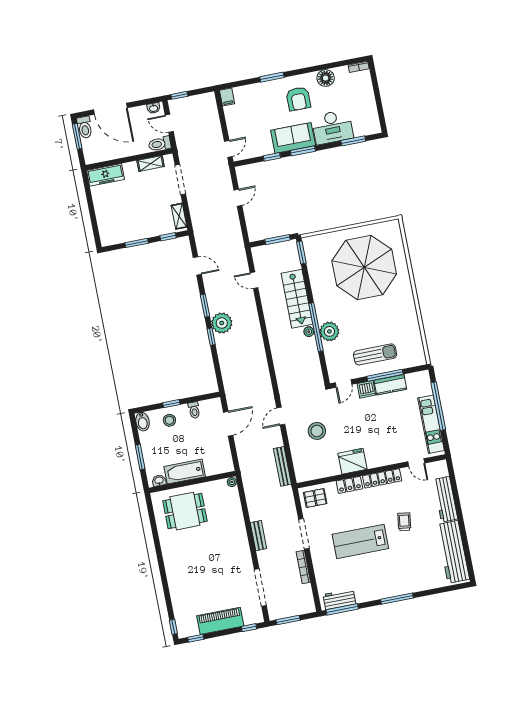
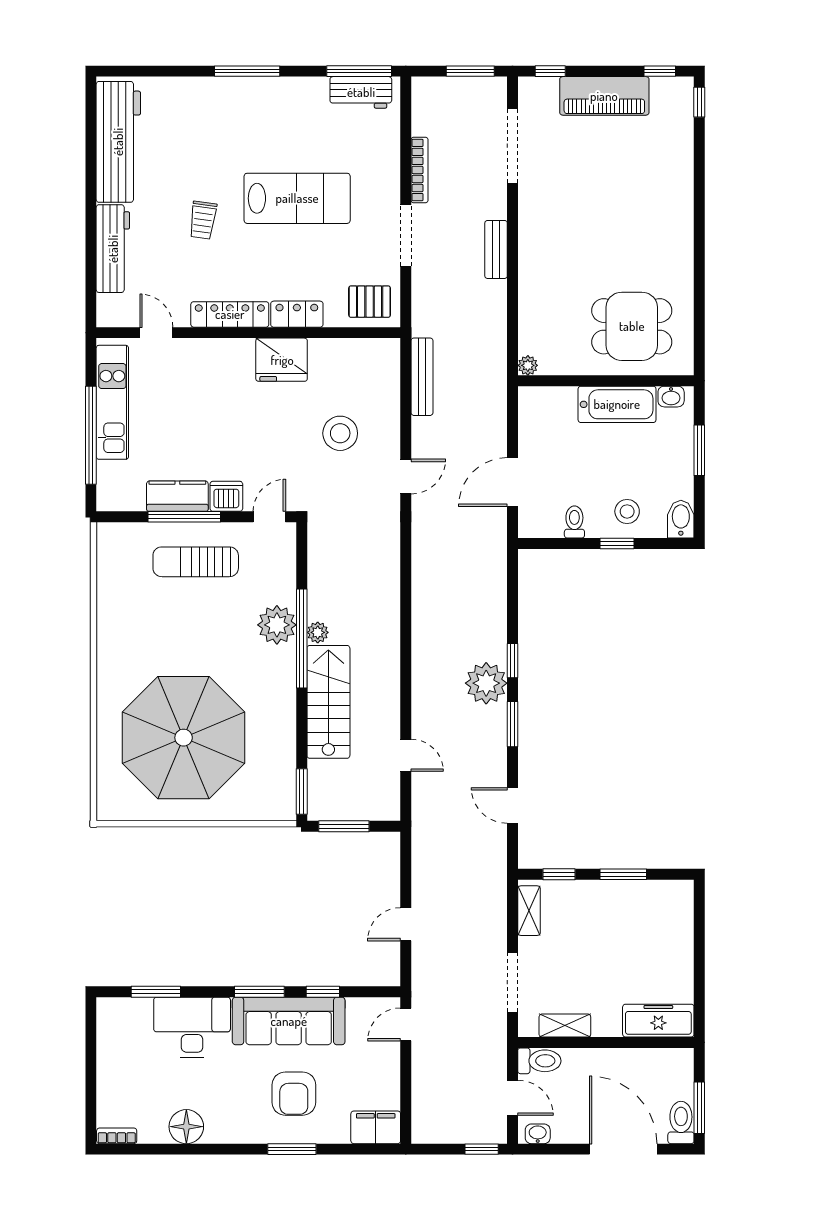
filing cabinet: (227, 97) -> (376, 1127), width x2.00
armchair: (298, 99) -> (294, 1094), moved, turned 180
sofa: (293, 138) -> (289, 1021), width x1.36

